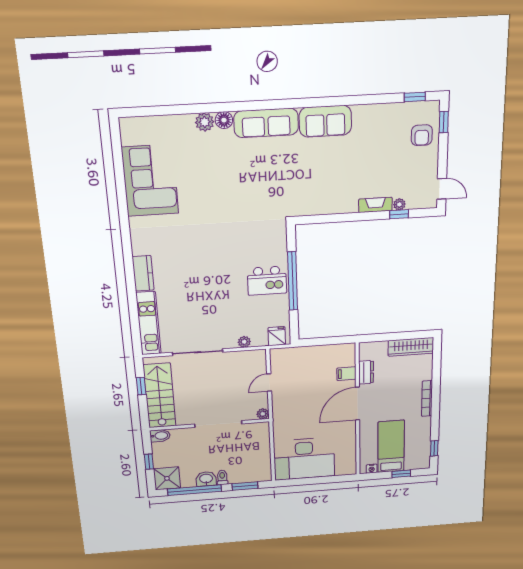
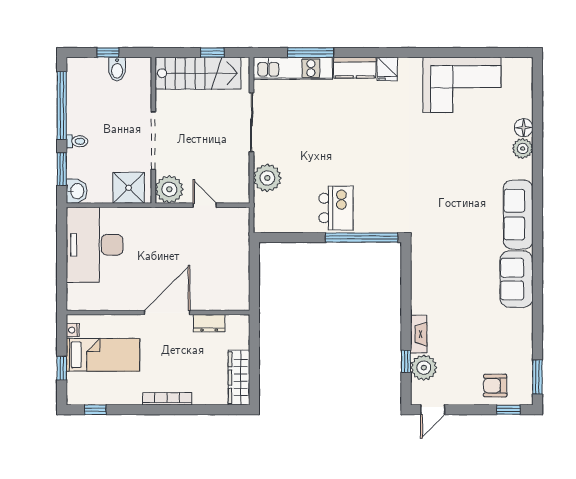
window: (415, 97) -> (537, 377), width x1.50
floor lamp: (224, 120) -> (524, 128), moved
plant: (399, 204) -> (424, 368), width x1.87, depth x1.87
kitchen island: (267, 281) -> (336, 208), turned 180
window: (293, 281) -> (362, 238), moved
window: (133, 310) -> (311, 52), added
fridge: (277, 336) -> (387, 69), moved, turned 90
plant: (244, 342) -> (267, 178), width x1.88, depth x1.88
filing cabinet: (346, 374) -> (209, 299), removed
door: (358, 404) -> (167, 313), hinge flipped
plant: (263, 414) -> (169, 189), width x1.87, depth x1.87
bidet: (160, 436) -> (117, 69), moved
shower: (167, 478) -> (129, 188), moved
washbasin: (206, 479) -> (77, 191), moved

